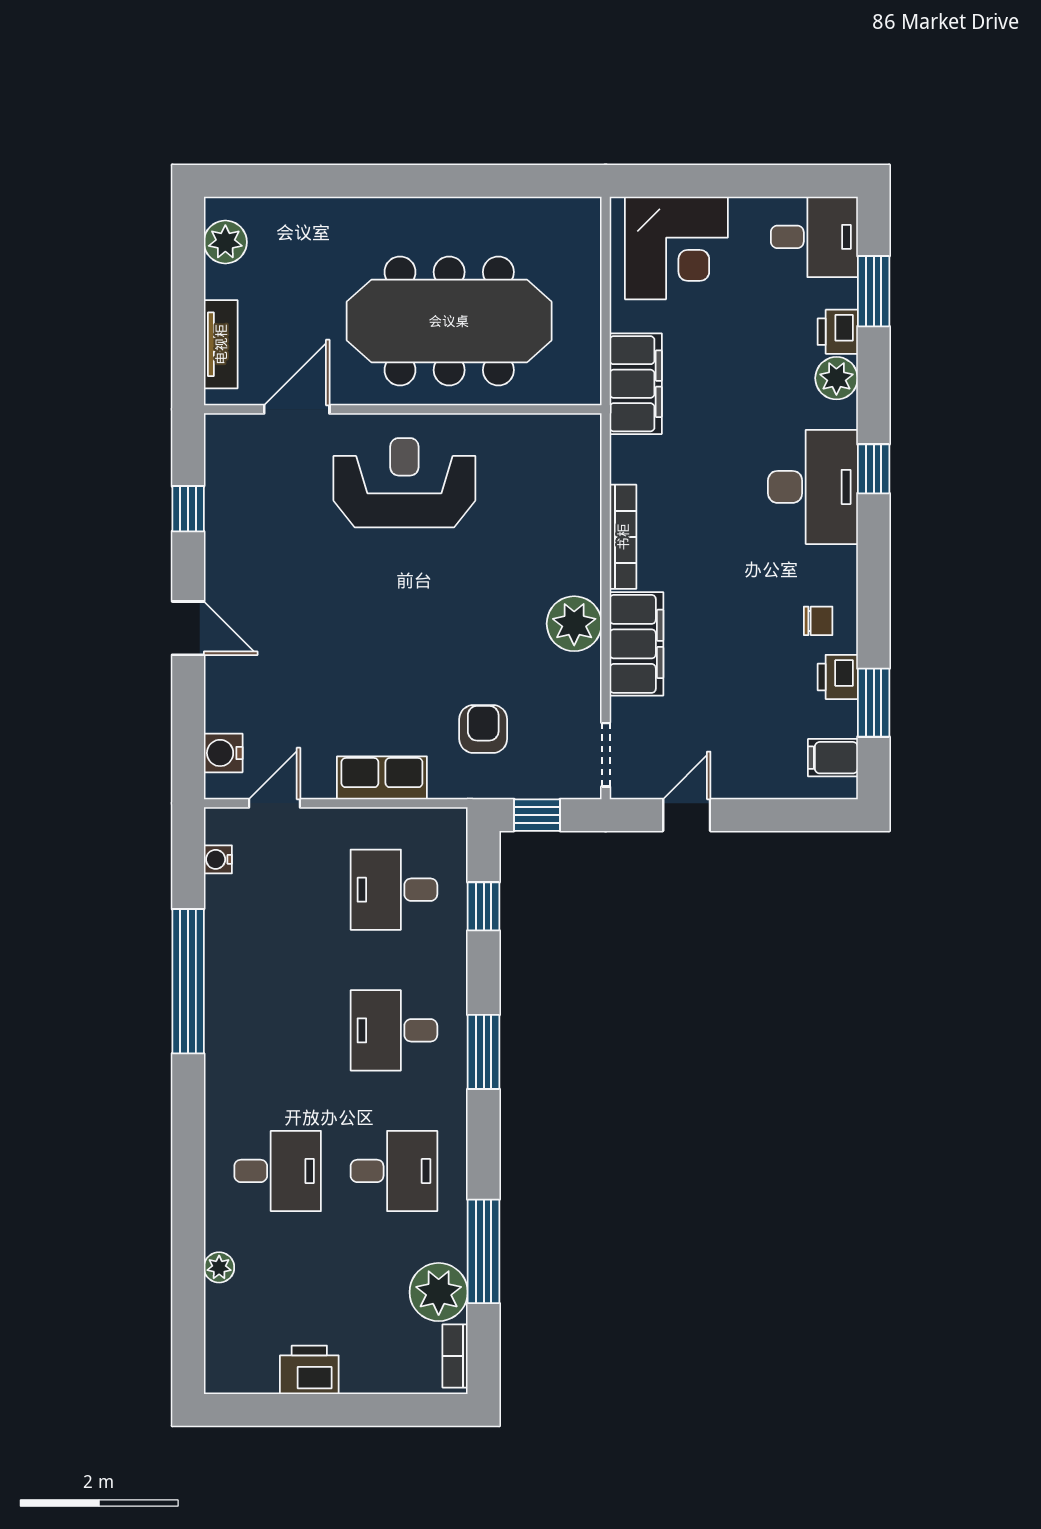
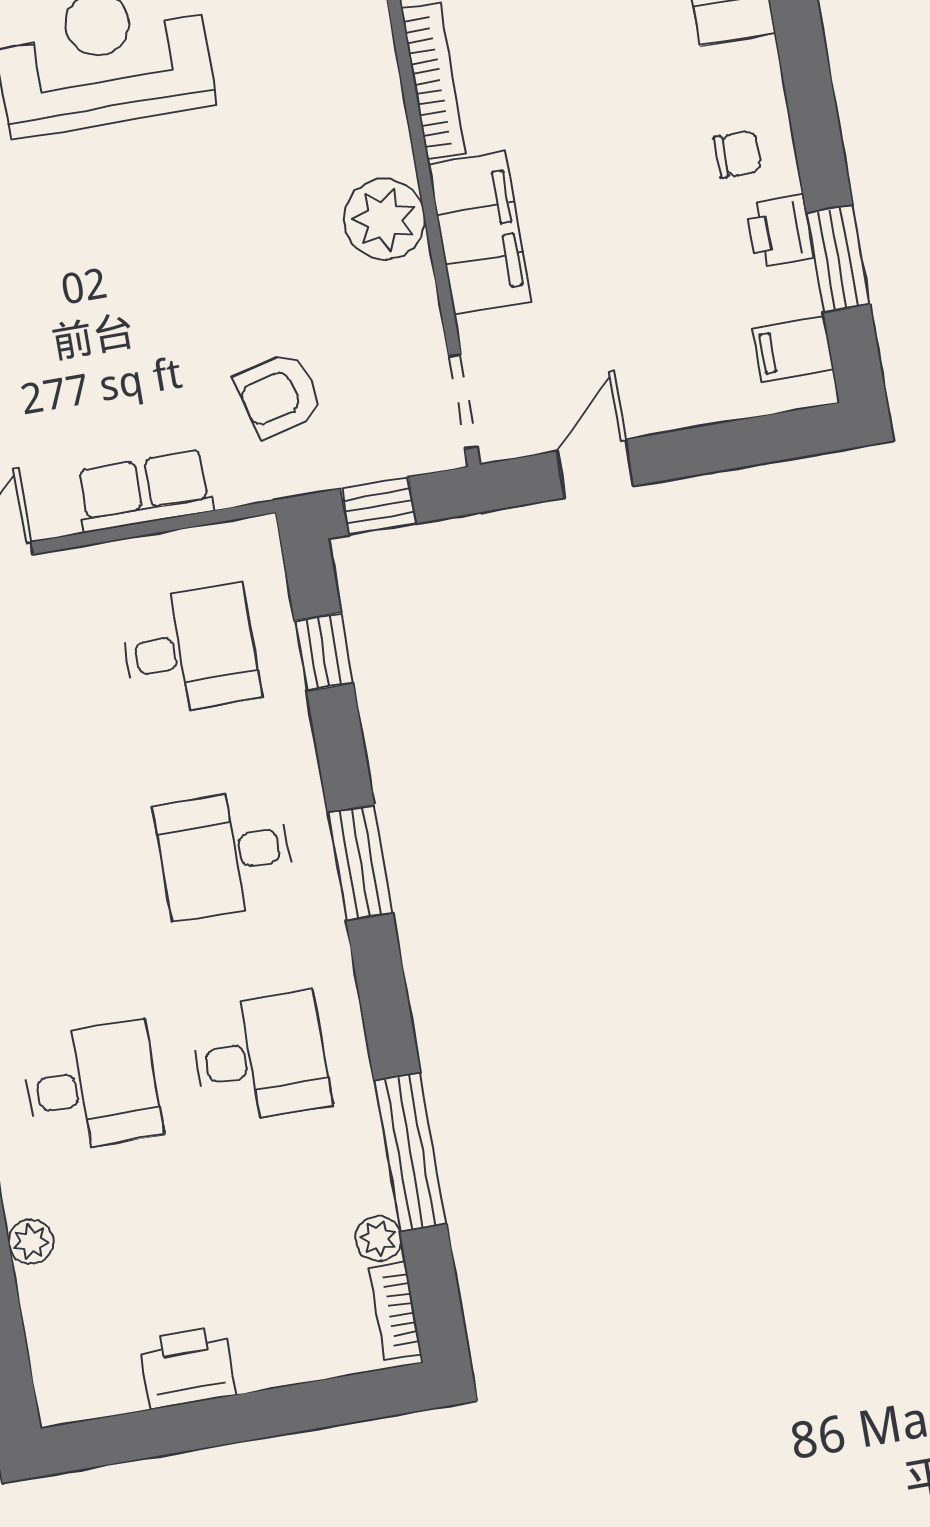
armchair: (483, 729) -> (279, 395), turned -104
desk: (394, 890) -> (190, 650), turned 180
plant: (439, 1292) -> (378, 1239), width x0.53, depth x0.53

